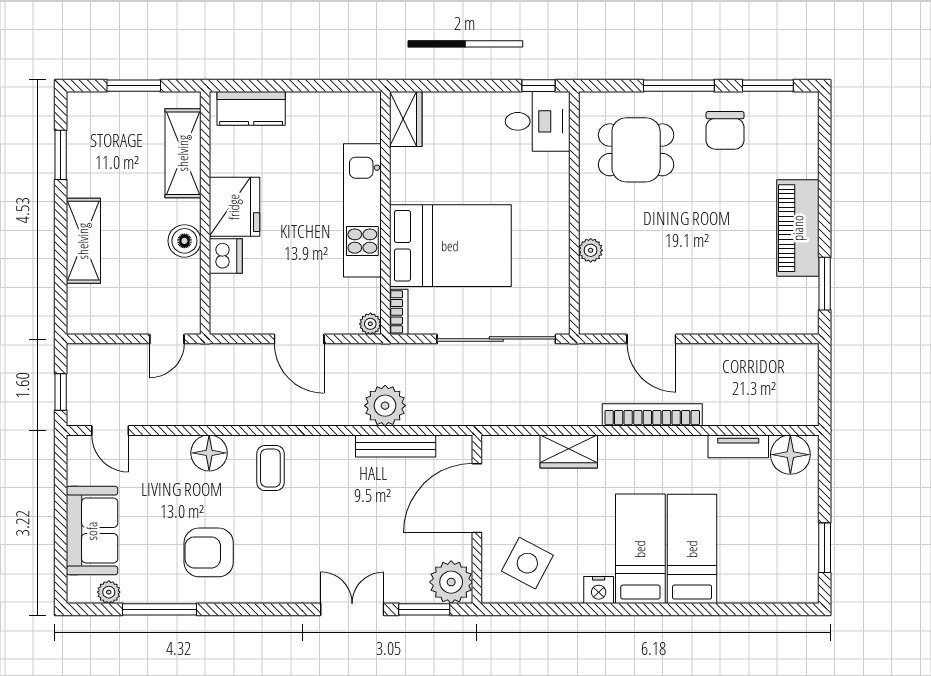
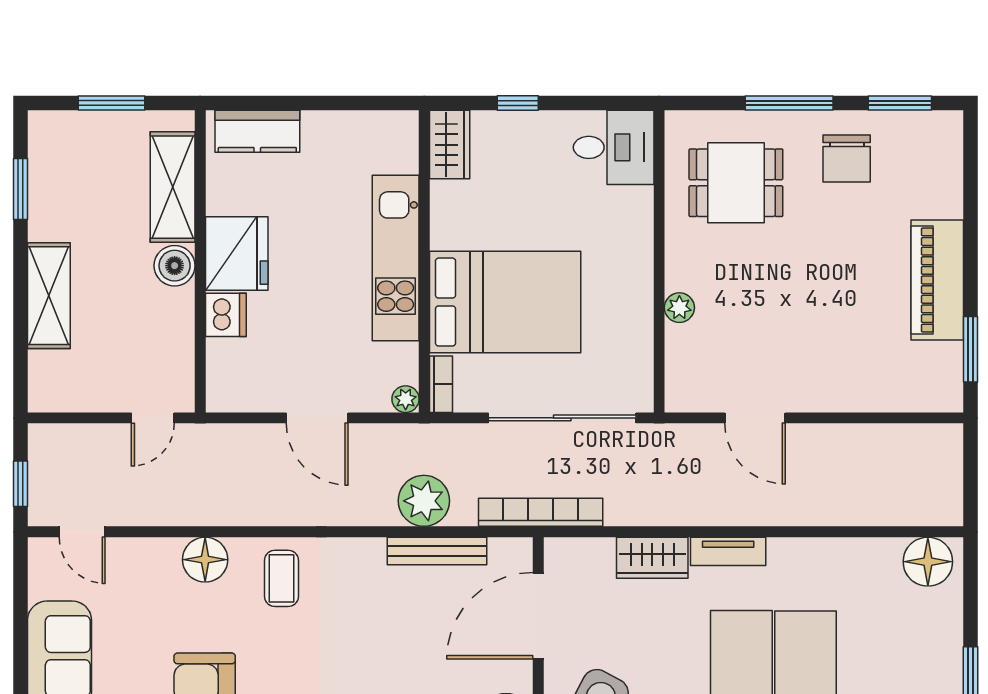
window: (538, 86) -> (518, 103), moved
boiler: (184, 241) -> (175, 266), moved
bookcase: (652, 415) -> (541, 512), moved
tv unit: (738, 446) -> (728, 551), moved

